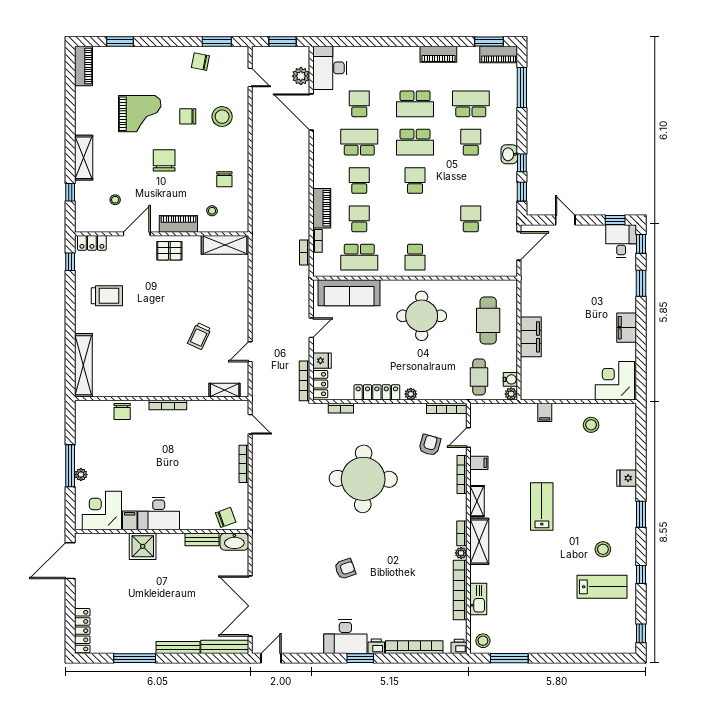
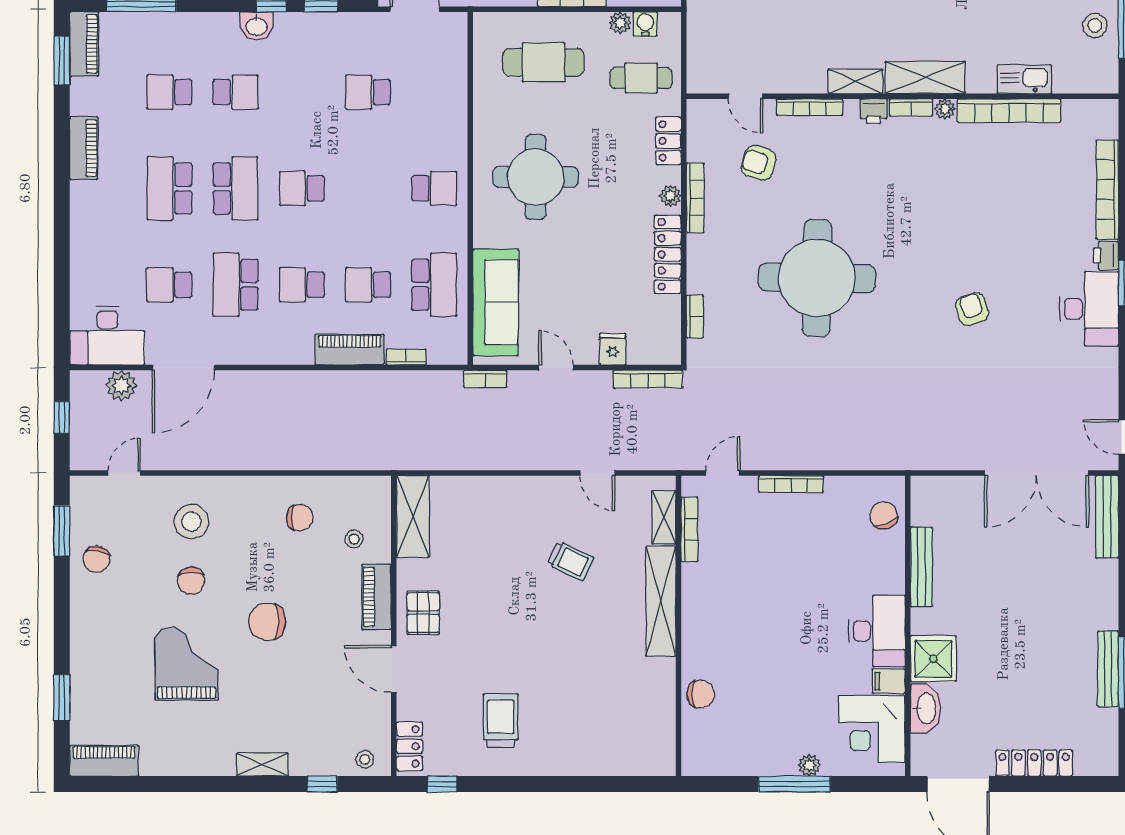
window: (282, 41) -> (62, 417), width x0.67
school desk: (415, 104) -> (169, 188), turned 180
school desk: (471, 104) -> (169, 92), width x0.54
school desk: (471, 142) -> (236, 92), turned 180
shelving: (84, 158) -> (262, 764), width x0.67, depth x0.75
stool: (115, 200) -> (365, 760), moved
bookcase: (305, 253) -> (485, 379), moved
shelving: (83, 365) -> (661, 601), moved, turned 90
locker: (320, 384) -> (668, 141), moved, turned -90
plant: (511, 394) -> (620, 23), moved
bookcase: (168, 405) -> (689, 529), moved
bookcase: (447, 408) -> (695, 198), moved
filing cabinet: (479, 463) -> (789, 78), removed
bench: (202, 539) -> (922, 567), width x1.36
washbasin: (234, 542) -> (925, 708), moved
locker: (82, 631) -> (1034, 763), moved
stool: (483, 641) -> (1095, 25), moved
printer: (459, 646) -> (874, 111), moved, turned -90
bench: (178, 647) -> (1108, 669), moved

